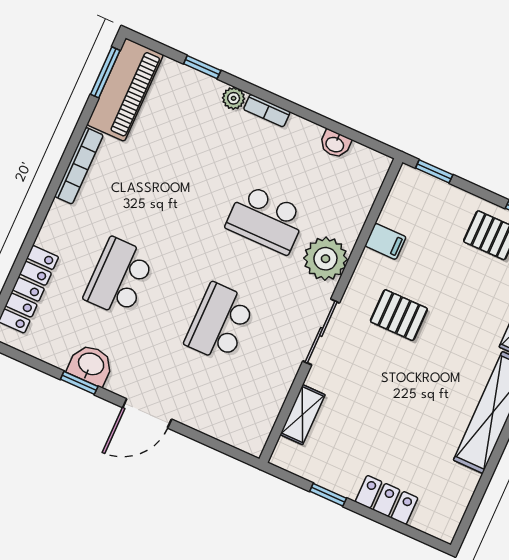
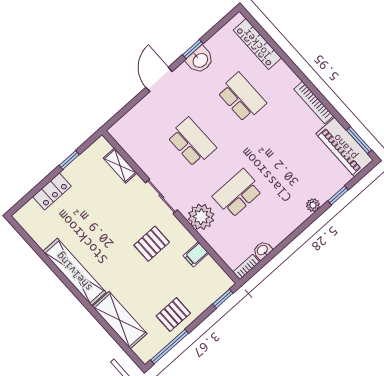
bookcase: (267, 111) -> (246, 267), moved

